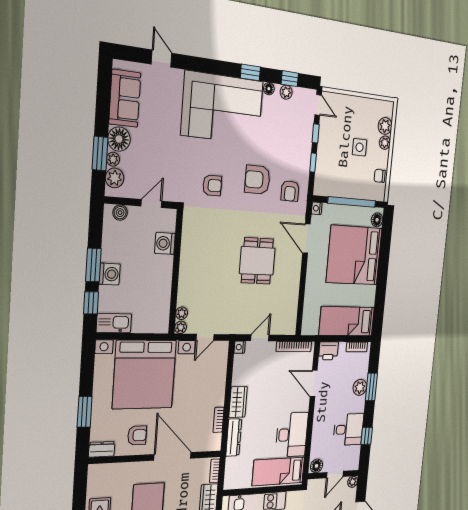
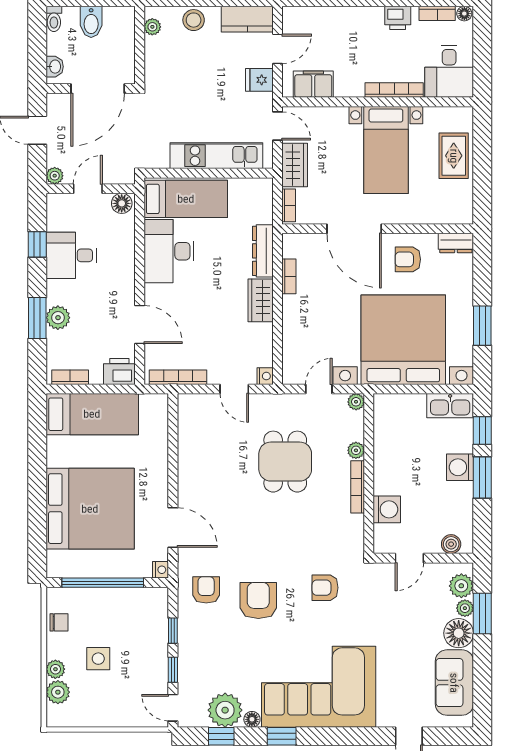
plant: (286, 92) -> (225, 710), width x1.87, depth x1.87
armchair: (257, 180) -> (258, 601), turned -90
floor lamp: (377, 220) -> (56, 561), removed
dining table: (257, 261) -> (285, 462), moved
bookcase: (184, 262) -> (358, 487), added
plant: (182, 313) -> (356, 450), moved
door: (260, 338) -> (234, 389), hinge flipped
window: (85, 412) -> (482, 326), moved

